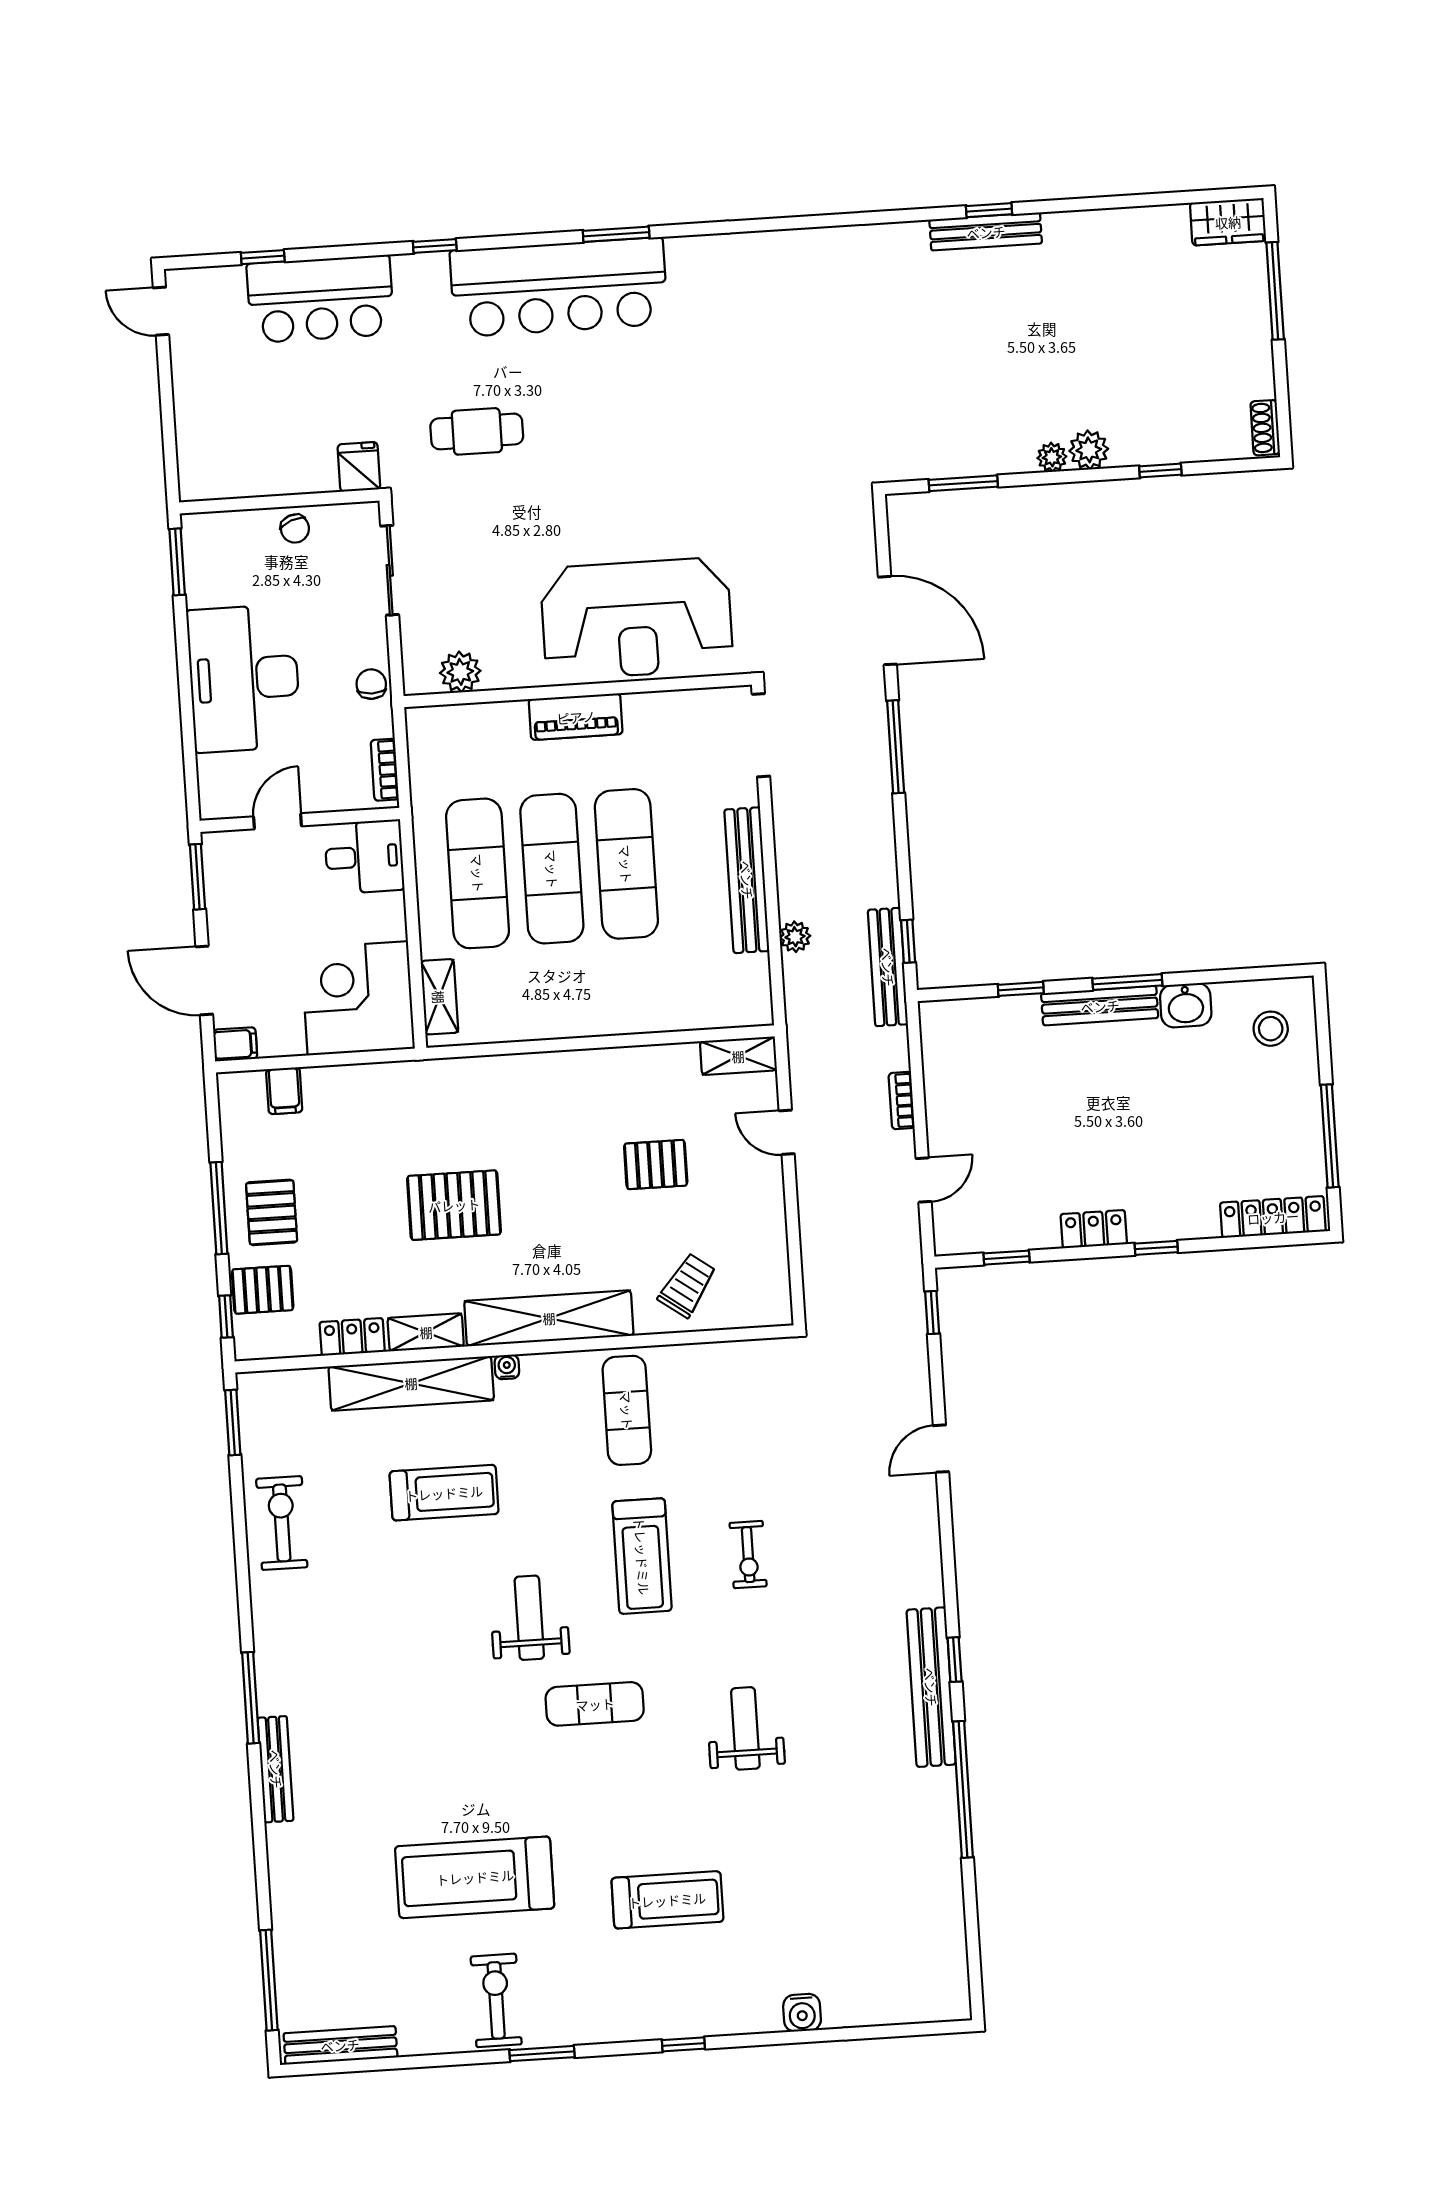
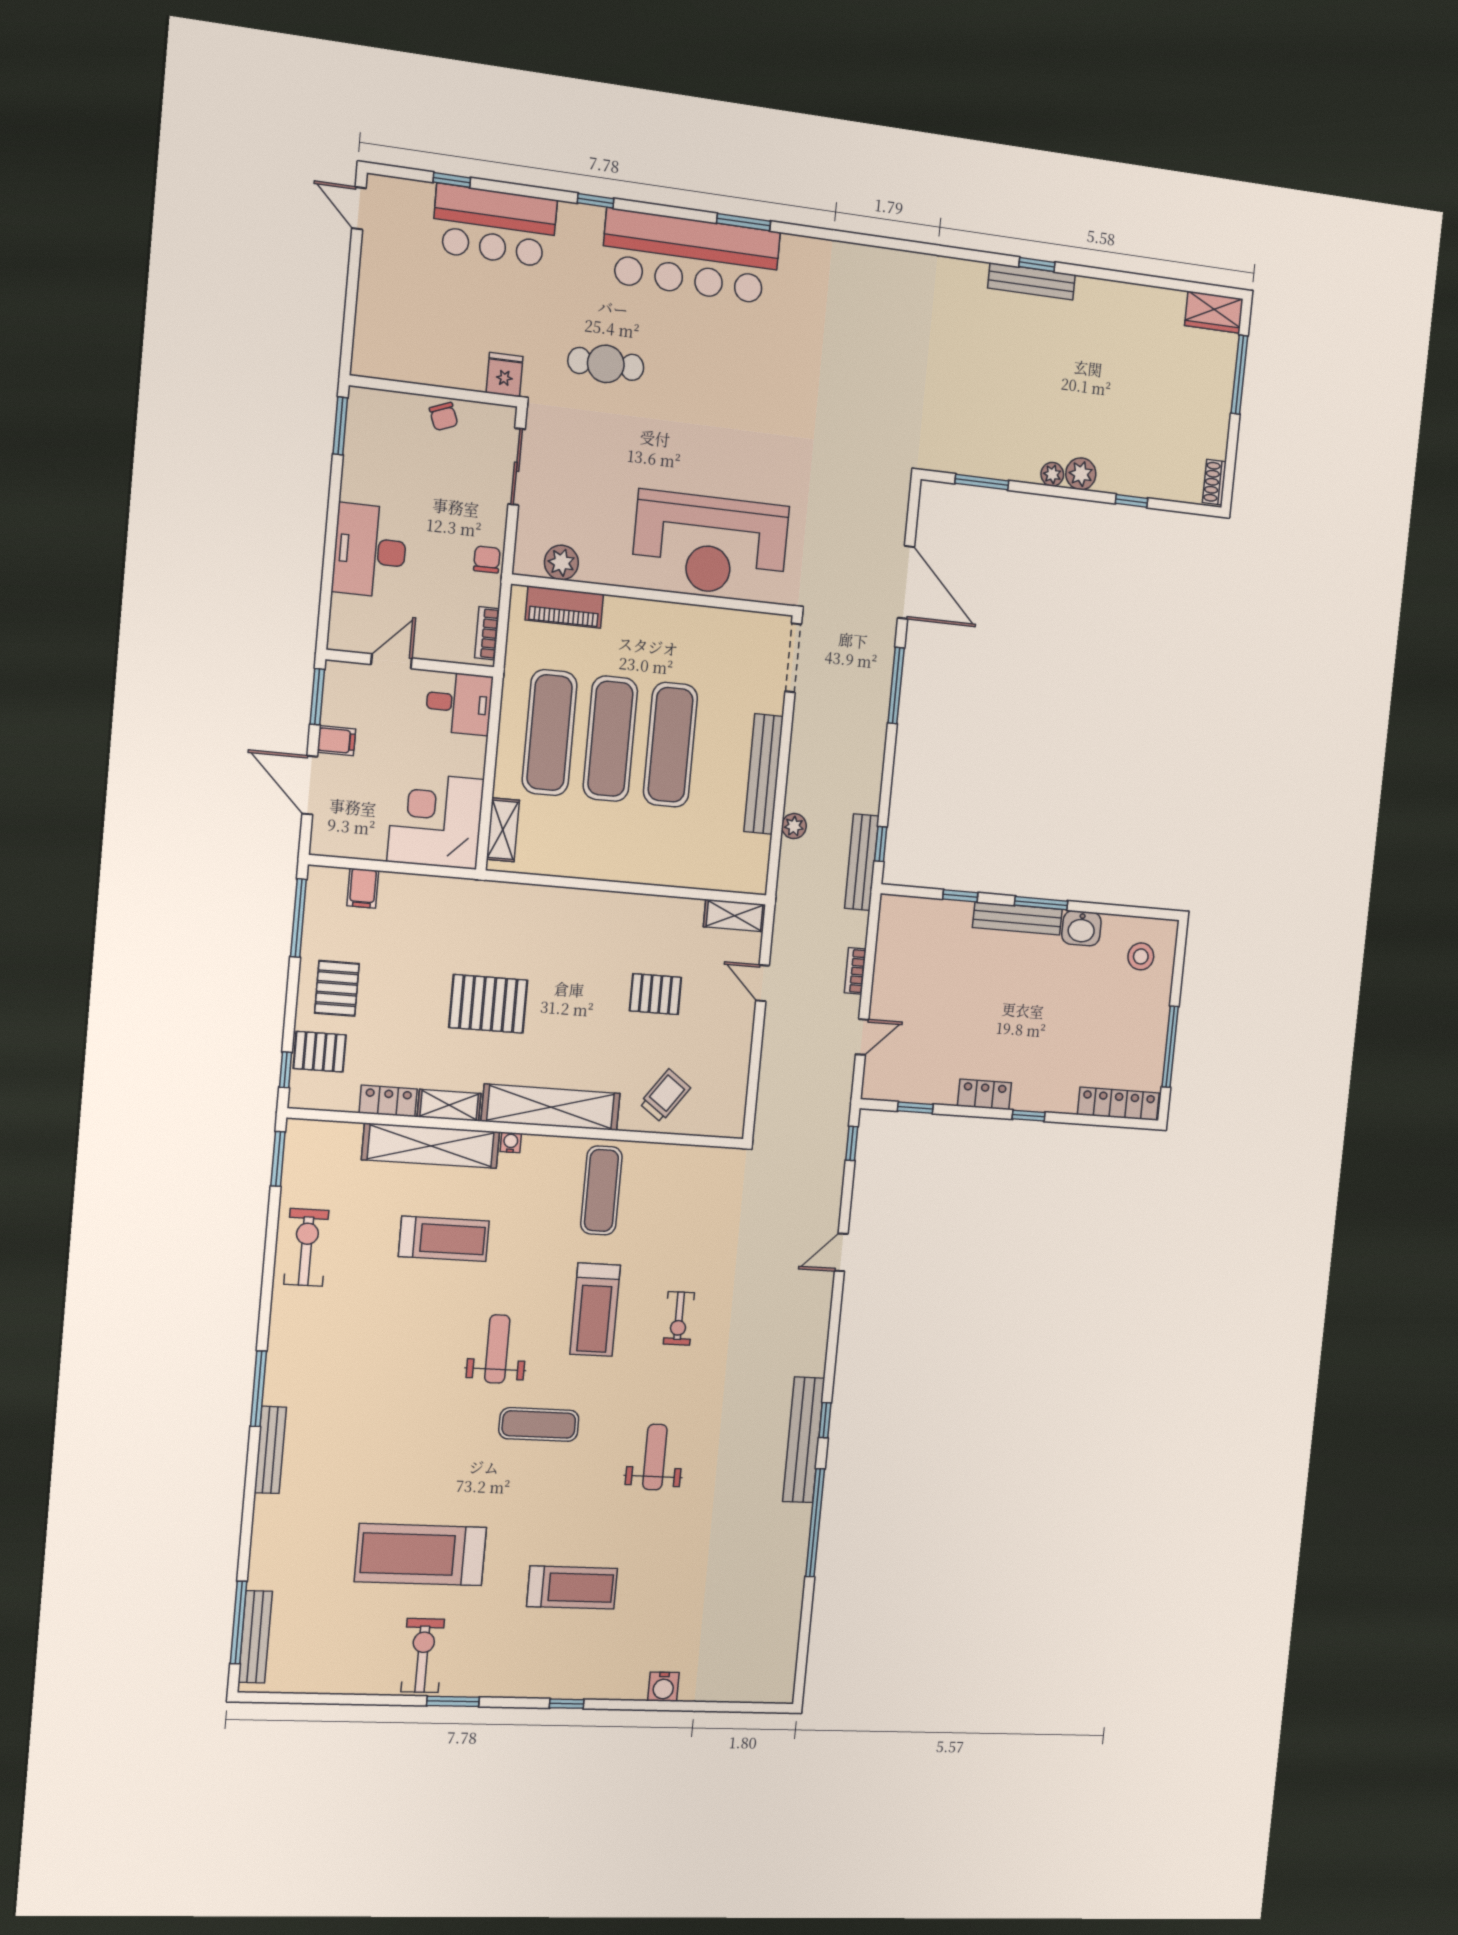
desk: (244, 678) -> (370, 551), width x0.73, depth x0.77
piano: (576, 717) -> (564, 607), moved
filing cabinet: (235, 1044) -> (336, 741), moved
window: (219, 1208) -> (298, 918), moved
bench: (340, 2045) -> (255, 1637), moved, turned 90

